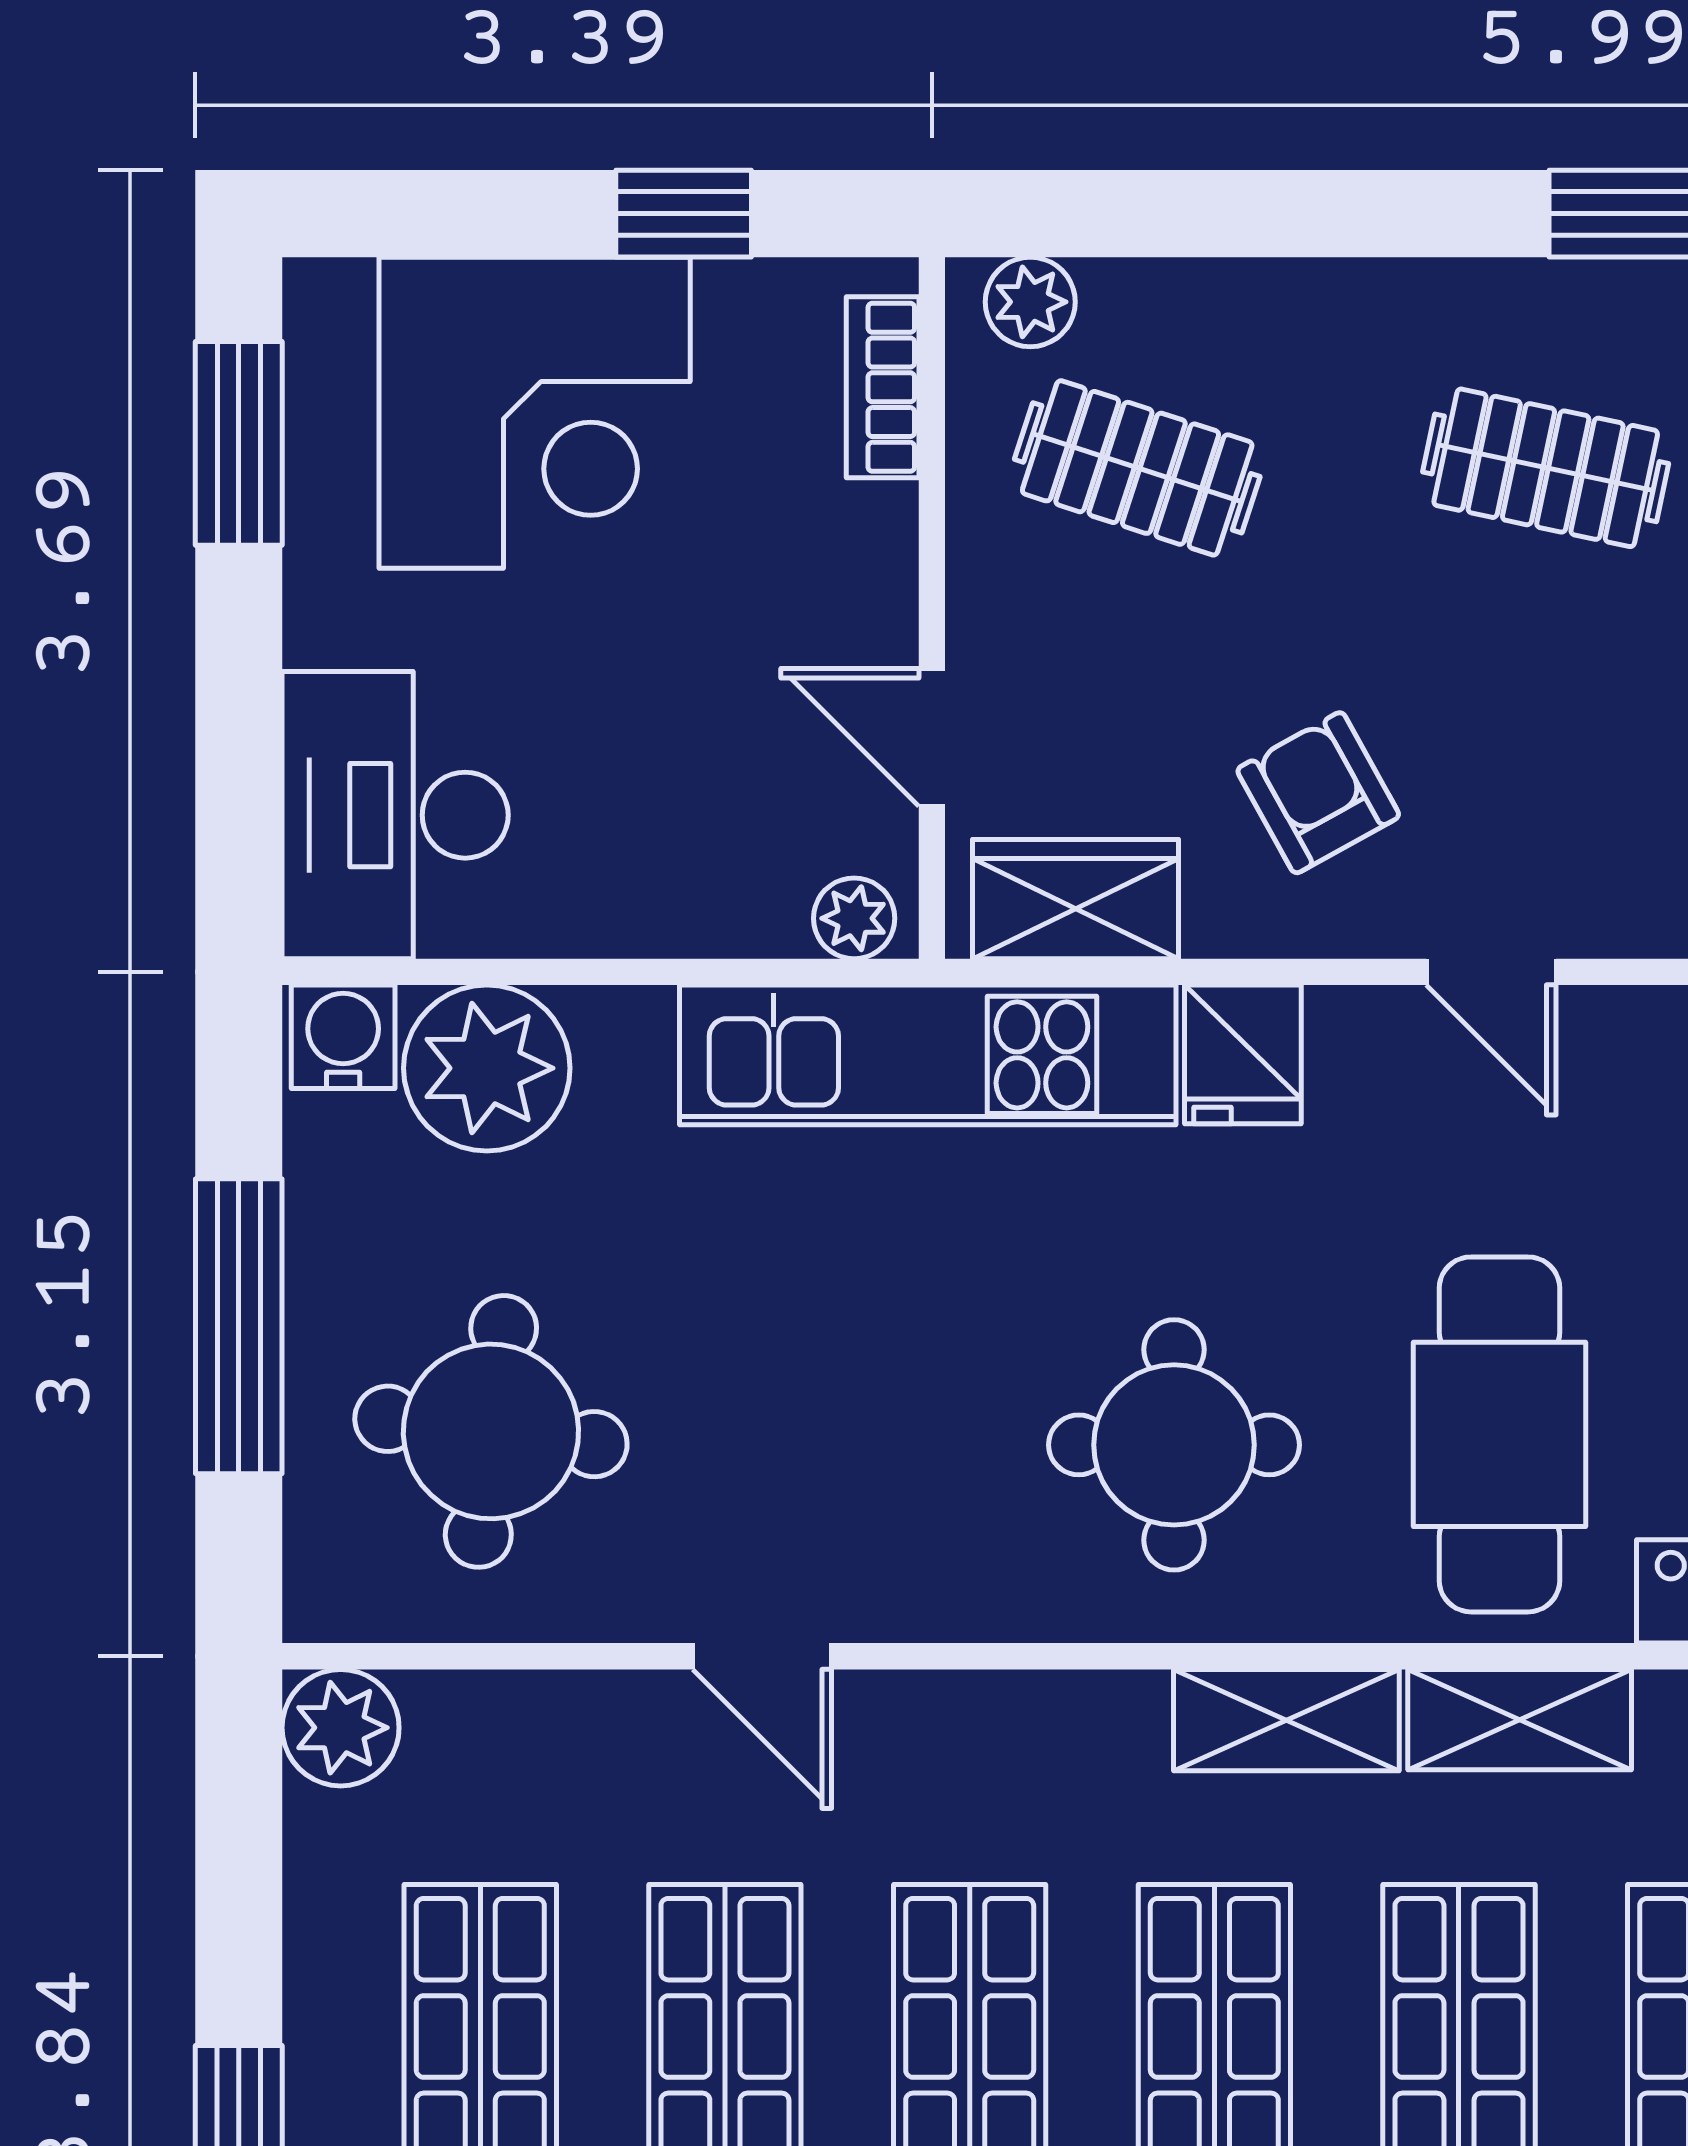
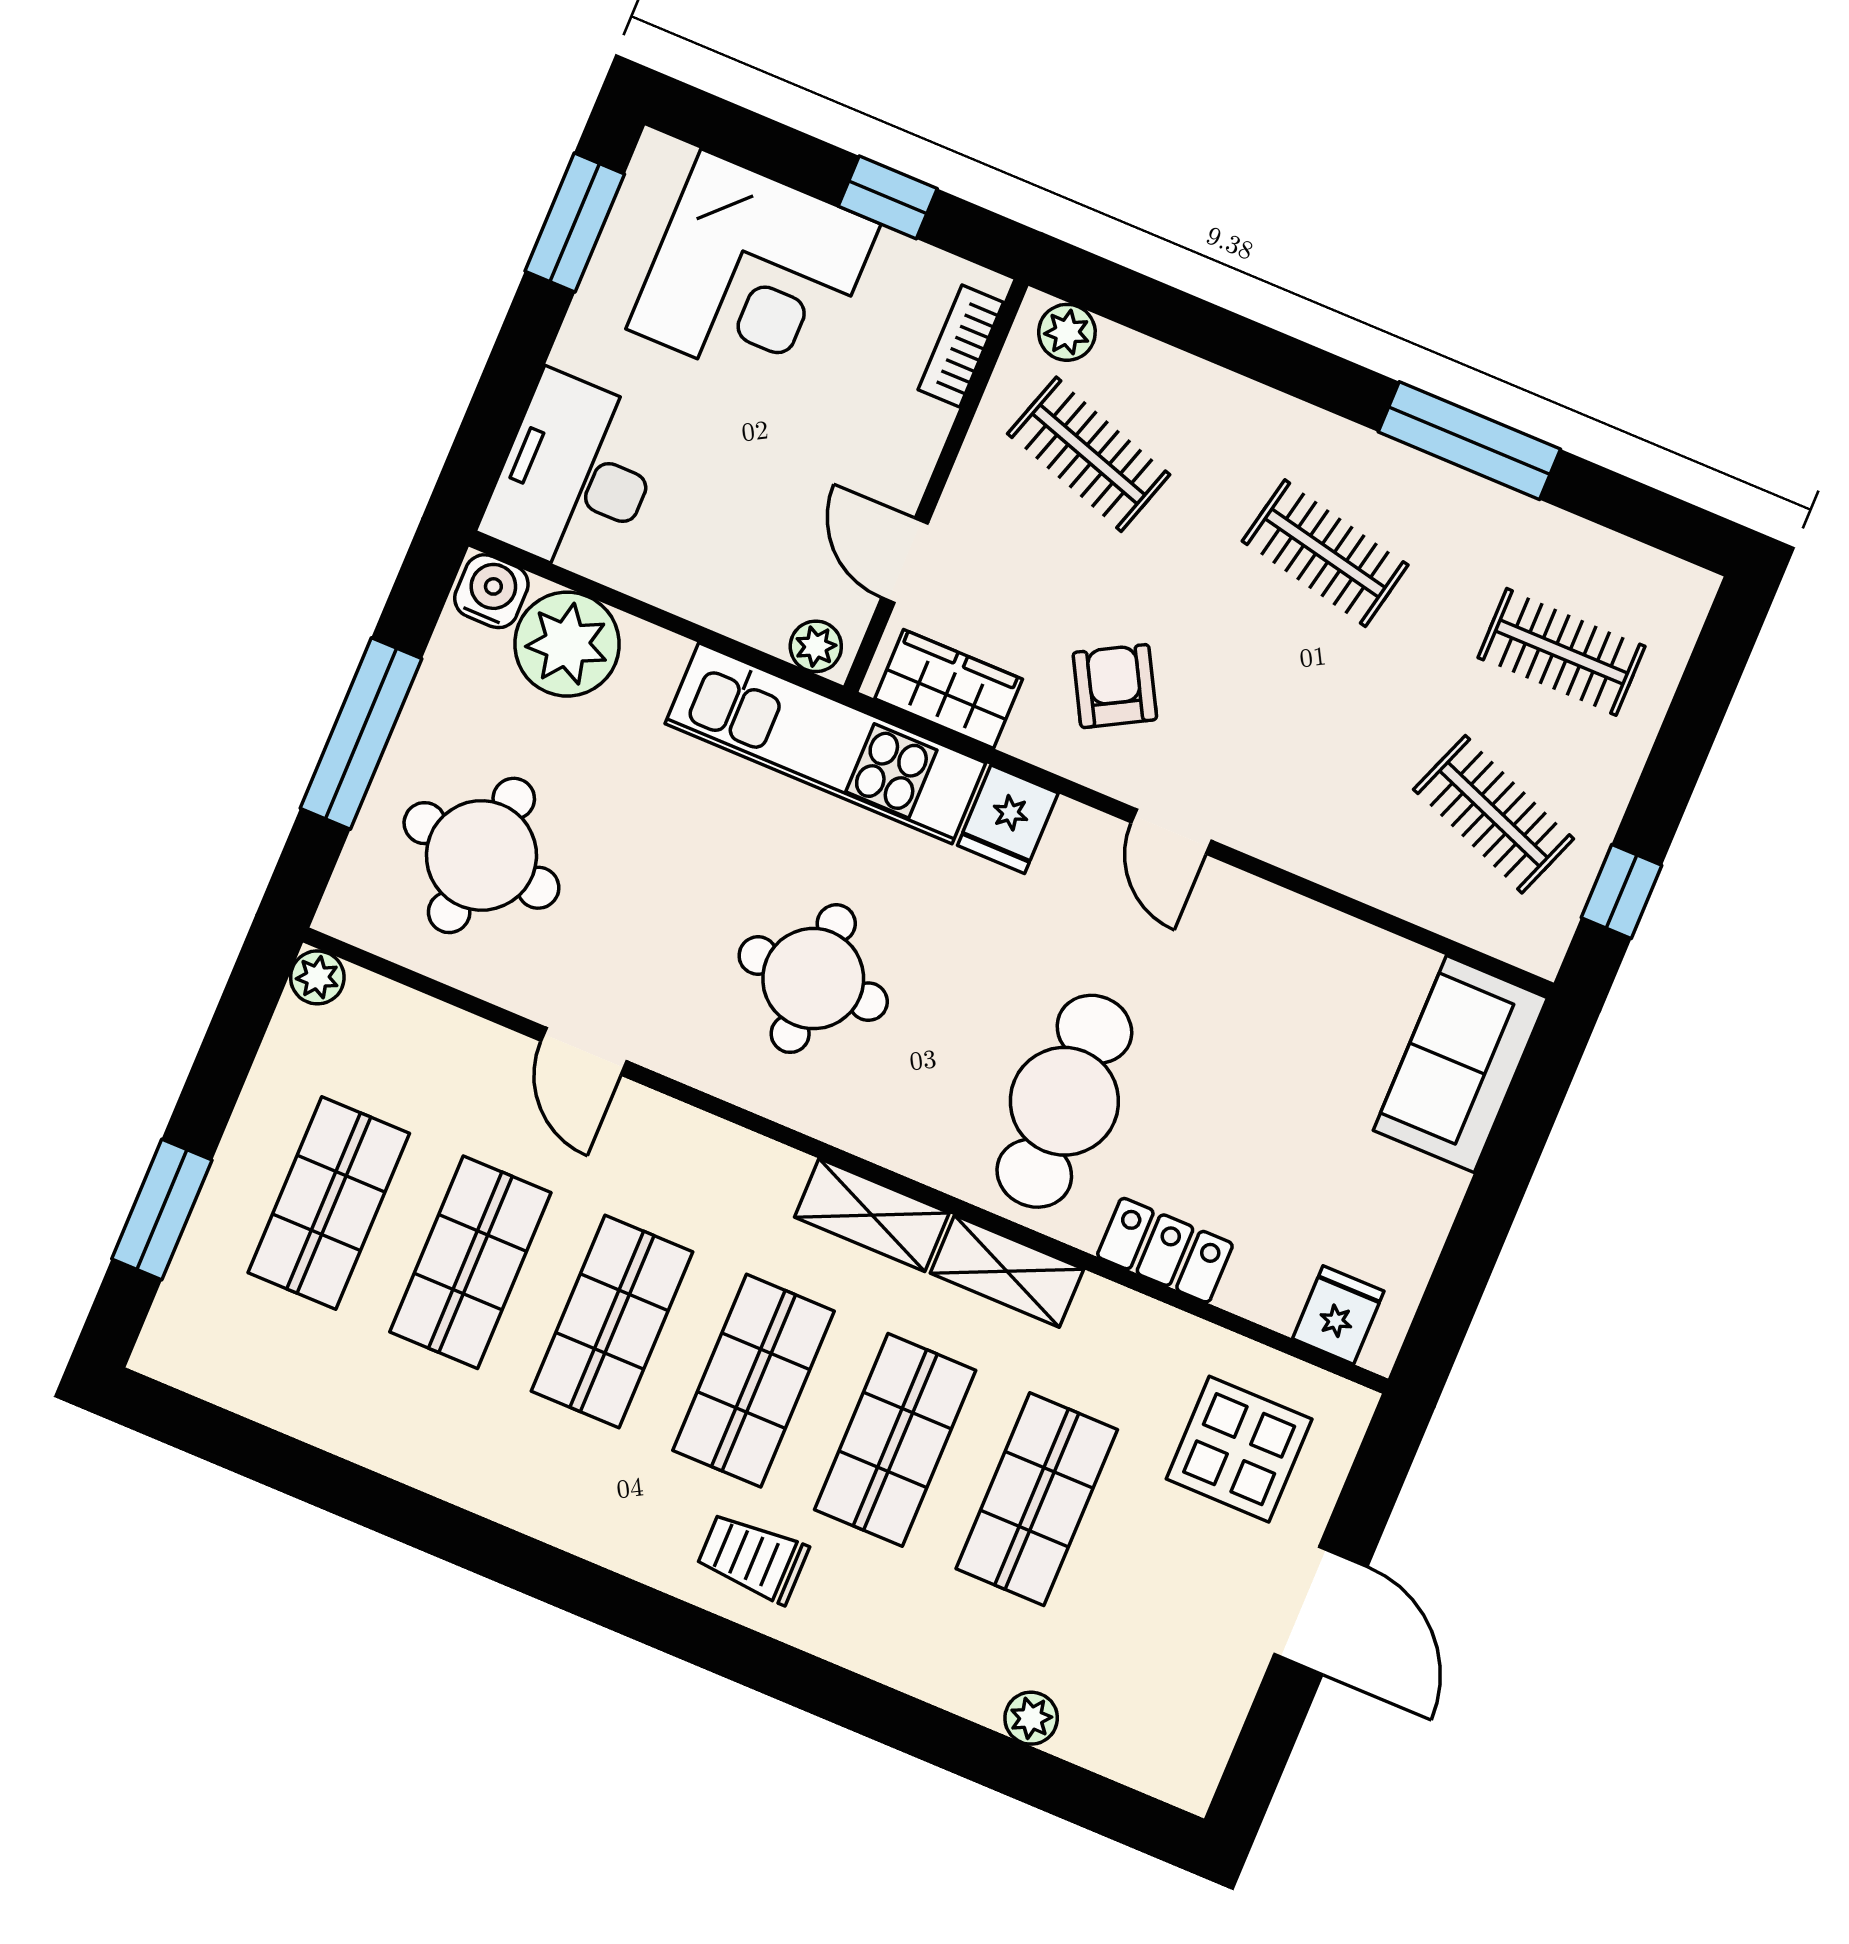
round table: (1174, 1445) -> (813, 979), moved
plant: (341, 1728) -> (317, 977), width x0.73, depth x0.73

